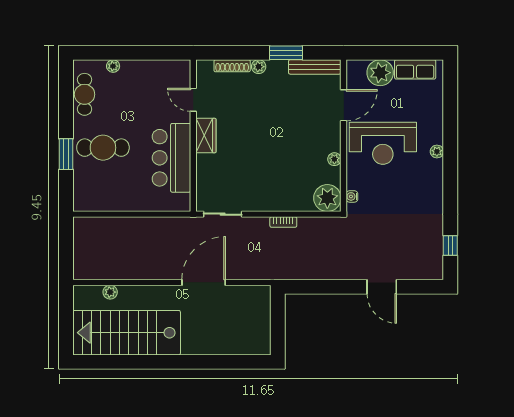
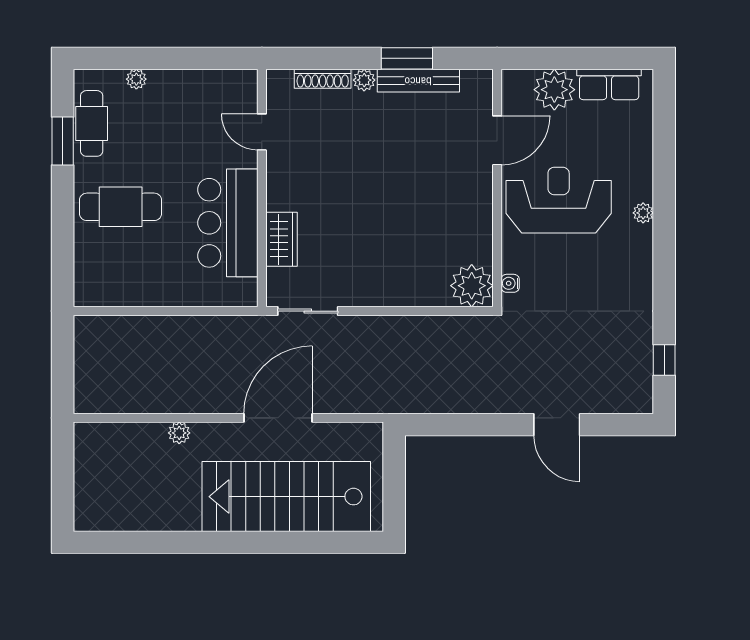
bench: (315, 67) -> (418, 81), moved
wardrobe: (206, 136) -> (282, 239), moved
reception desk: (383, 143) -> (559, 200), turned 180
window: (66, 154) -> (63, 141), moved
plant: (334, 159) -> (483, 225), removed
bookcase: (283, 222) -> (403, 323), removed
plant: (110, 292) -> (179, 433), moved
stairs: (127, 333) -> (286, 497), moved

